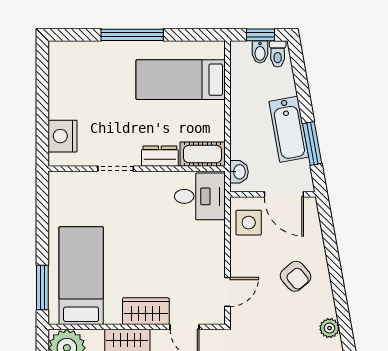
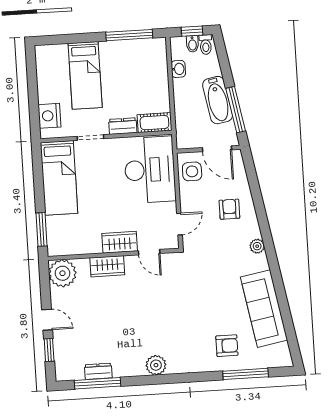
window: (132, 35) -> (129, 35), moved
bed: (181, 80) -> (85, 75), moved, turned -90
window: (312, 144) -> (236, 110), width x1.44
washbasin: (239, 172) -> (178, 69), moved
desk: (200, 196) -> (150, 170), width x1.87, depth x1.30
bed: (81, 276) -> (59, 178), moved, turned 180
armchair: (296, 276) -> (229, 209), turned -140

